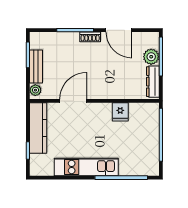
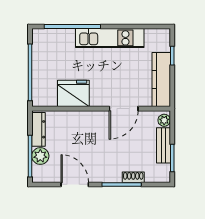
shoe rack: (90, 37) -> (133, 177), moved
fridge: (120, 112) -> (73, 93), width x1.88, depth x1.34

